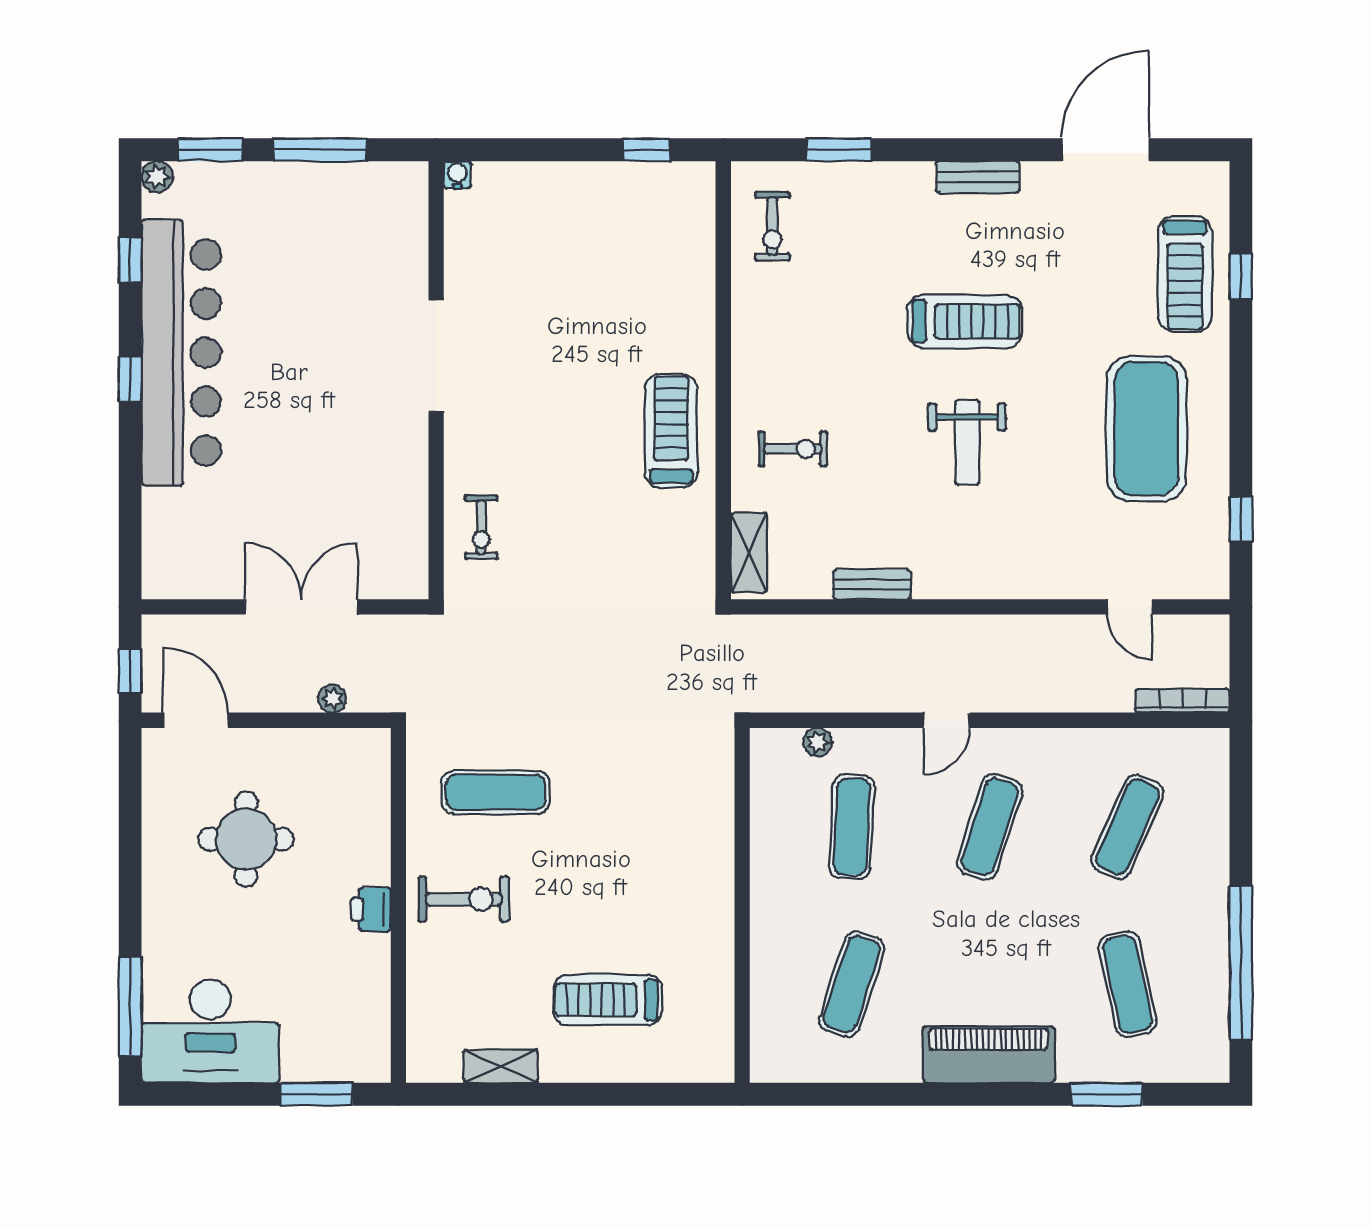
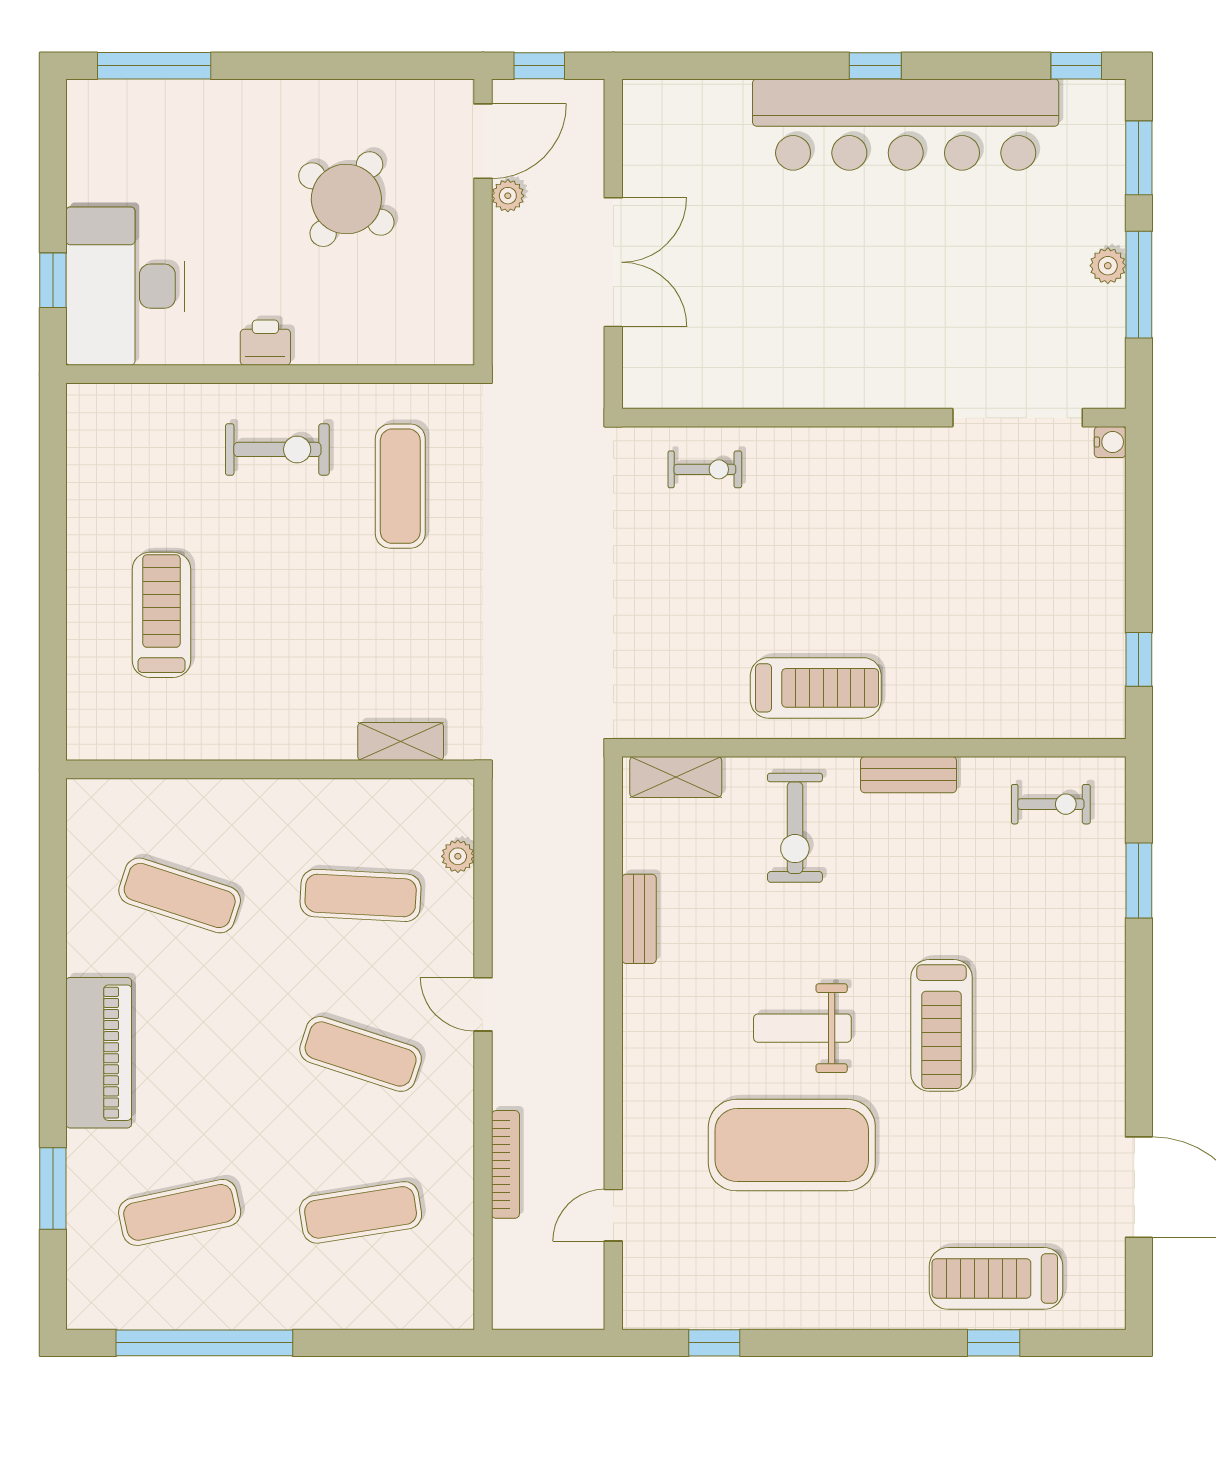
plant: (157, 177) -> (1108, 266), moved
bench: (978, 177) -> (909, 775), moved, turned 90
exercise bike: (772, 226) -> (1051, 804), turned 180
window: (130, 260) -> (1076, 66), moved
doorway: (436, 356) -> (1018, 418), moved
exercise mat: (1146, 429) -> (792, 1145), moved
exercise bike: (793, 449) -> (795, 828), width x1.38, depth x1.39
exercise bike: (481, 527) -> (705, 469), turned 180
plant: (332, 699) -> (508, 196), moved
bookcase: (1183, 701) -> (505, 1164), moved
exercise mat: (1127, 827) -> (361, 1212), turned -33
round table: (246, 839) -> (346, 199), turned 34
exercise bike: (464, 899) -> (277, 449), turned -90
desk: (210, 1031) -> (125, 286), moved
shelving: (501, 1066) -> (401, 742), moved, turned 90
window: (317, 1094) -> (53, 280), width x0.67

